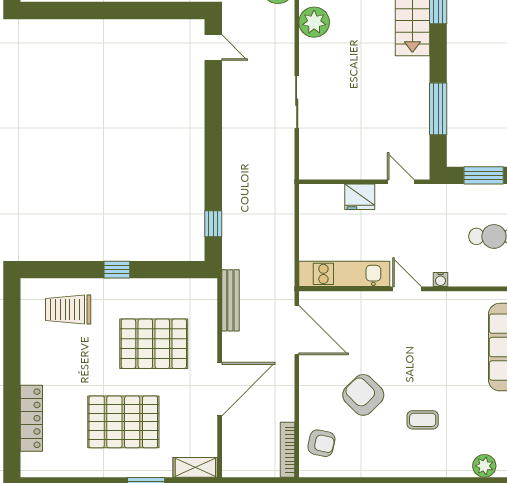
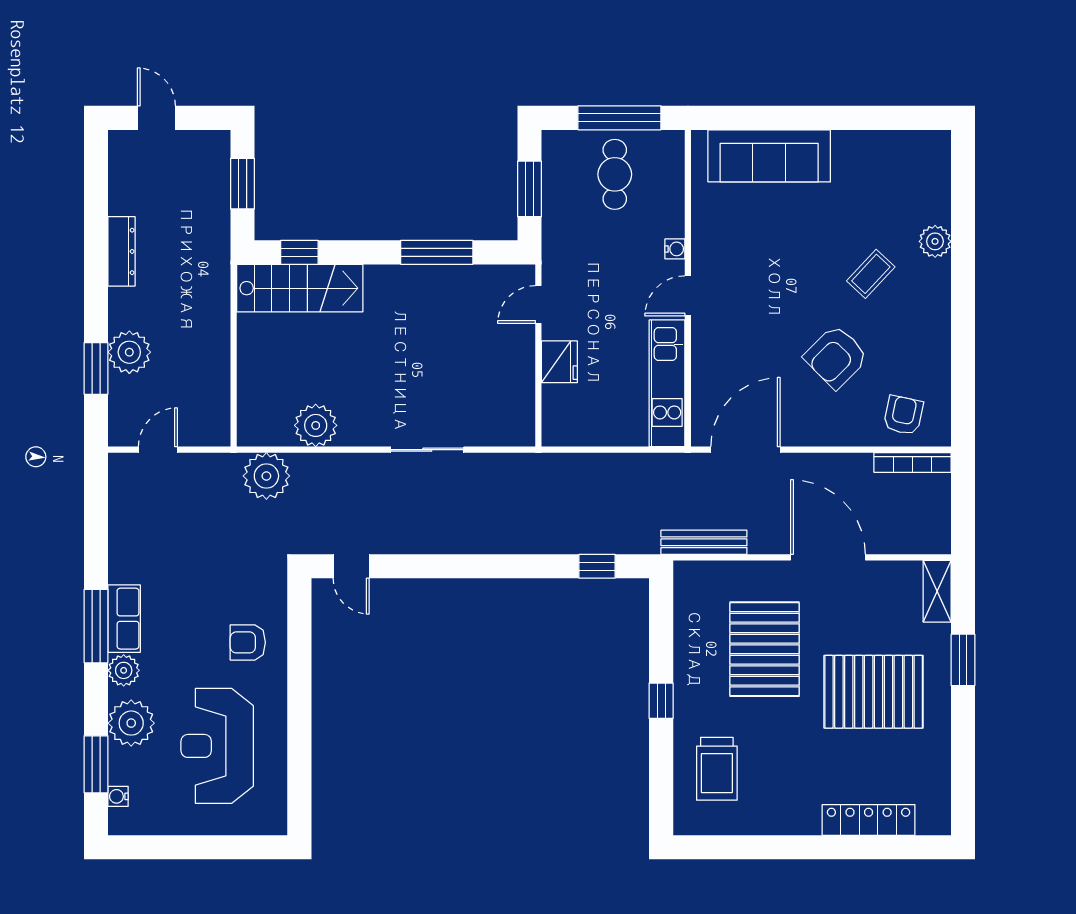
door: (213, 48) -> (351, 566), swing flipped
coffee table: (423, 420) -> (871, 274), turned 43
pallet: (123, 422) -> (874, 692), turned 90
plant: (484, 466) -> (935, 241), moved

